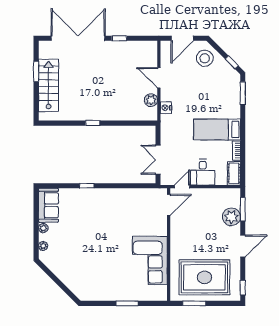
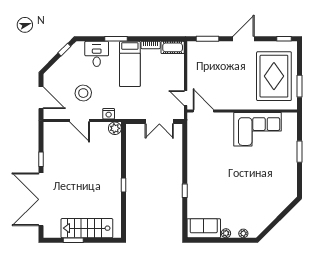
stool: (205, 58) -> (83, 93), moved
door: (159, 78) -> (80, 121), hinge flipped
window: (243, 93) -> (116, 39), moved
plant: (151, 100) -> (115, 128), moved
desk: (203, 172) -> (97, 54), moved, turned -90
plant: (231, 217) -> (215, 50), removed
door: (243, 246) -> (243, 39), hinge flipped

